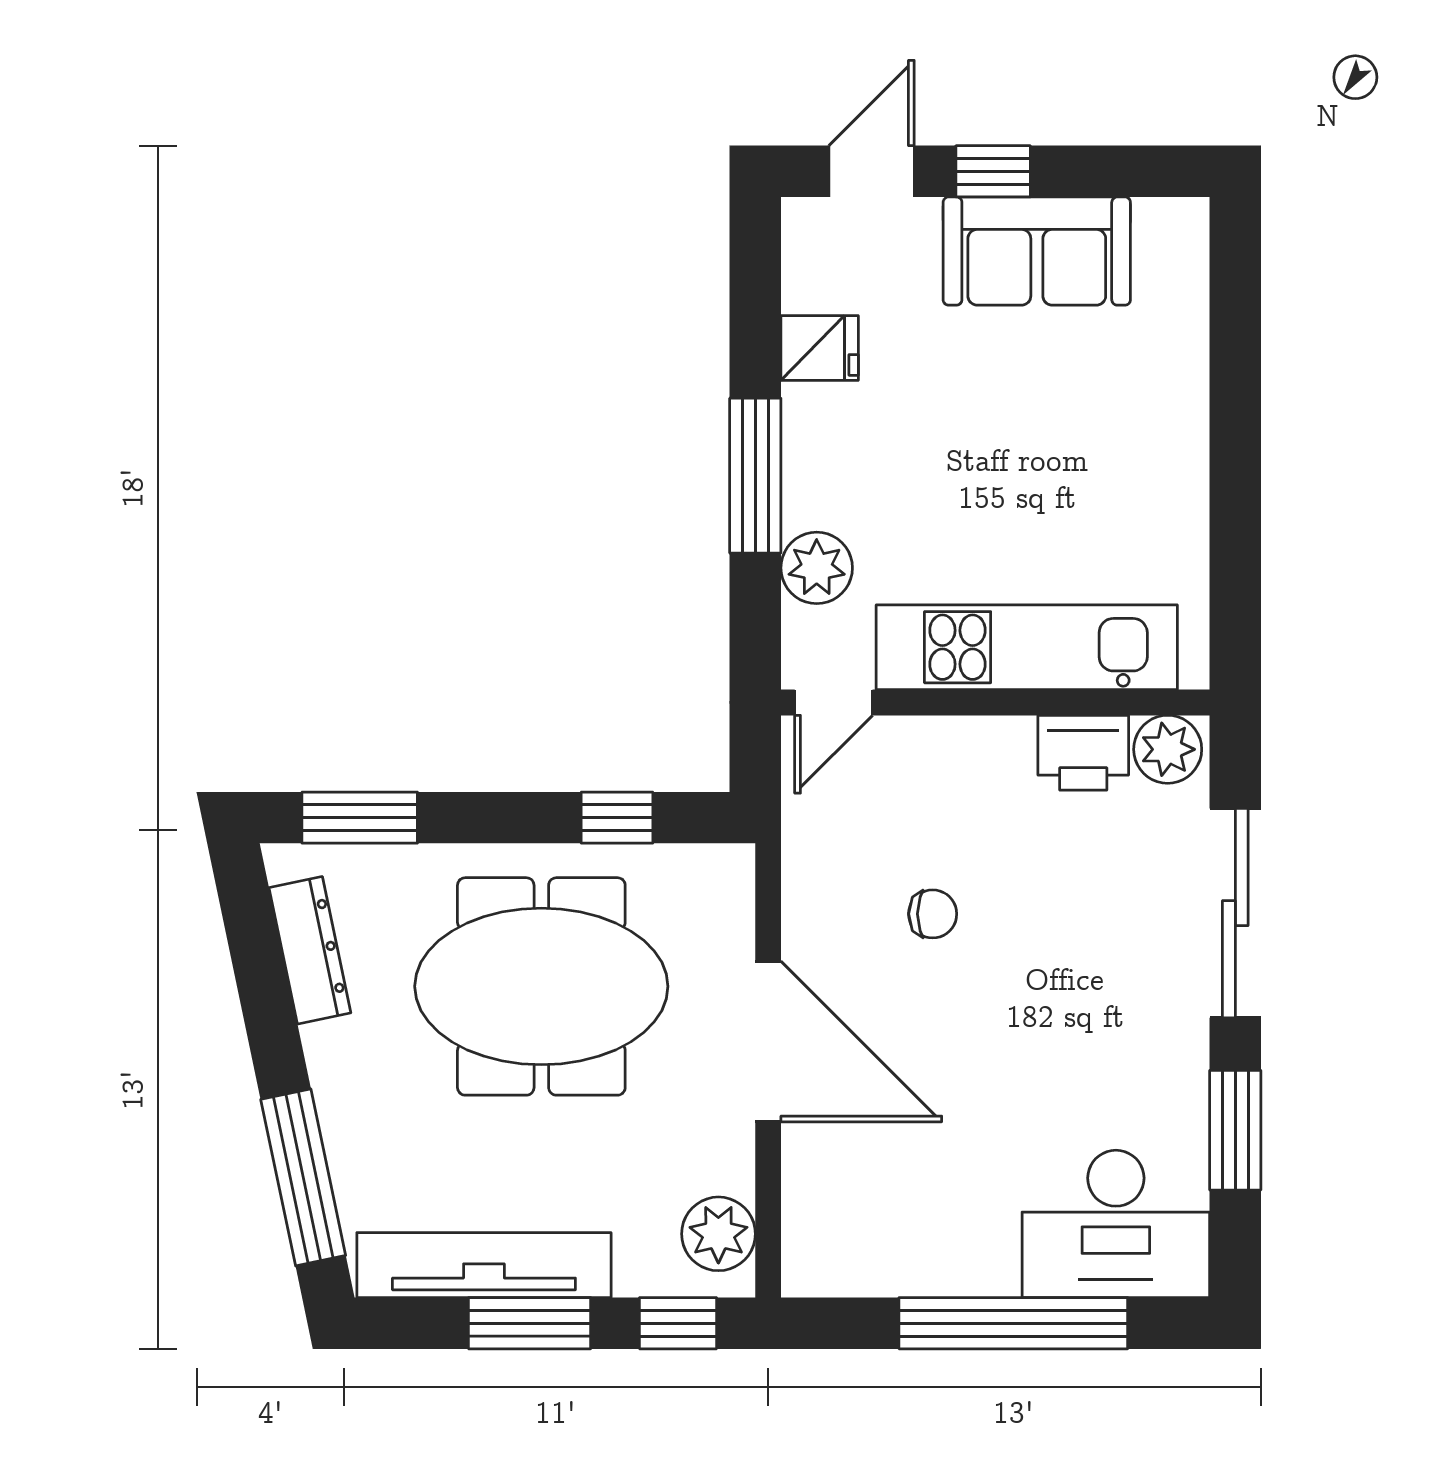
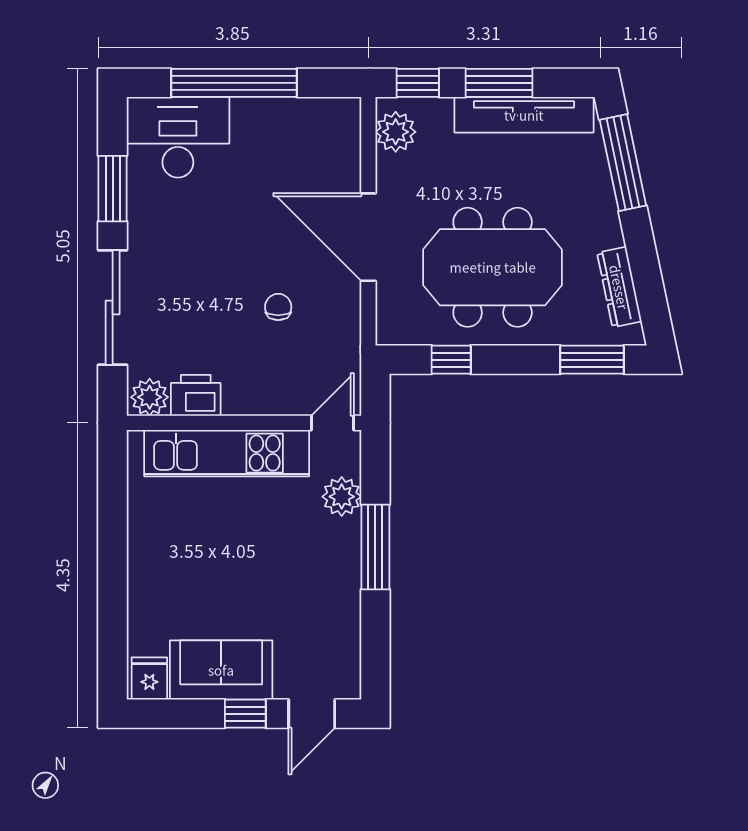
fridge: (820, 348) -> (149, 678), moved, turned 90
chair: (933, 914) -> (278, 307), turned 90

